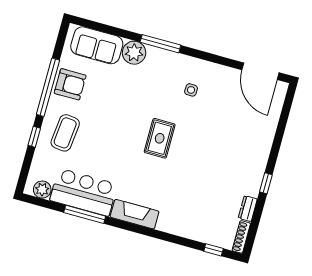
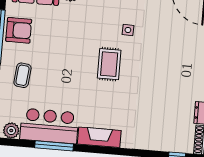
side table: (191, 90) -> (128, 30), moved
coffee table: (65, 133) -> (22, 75), width x0.73, depth x0.77

